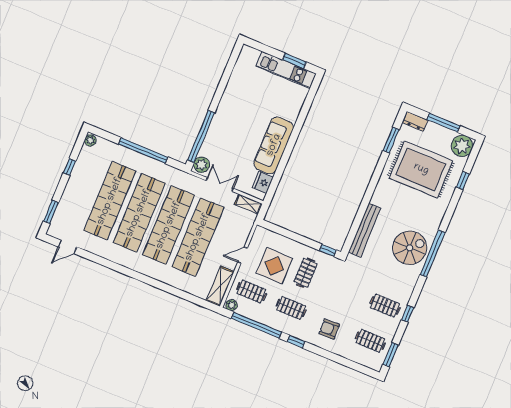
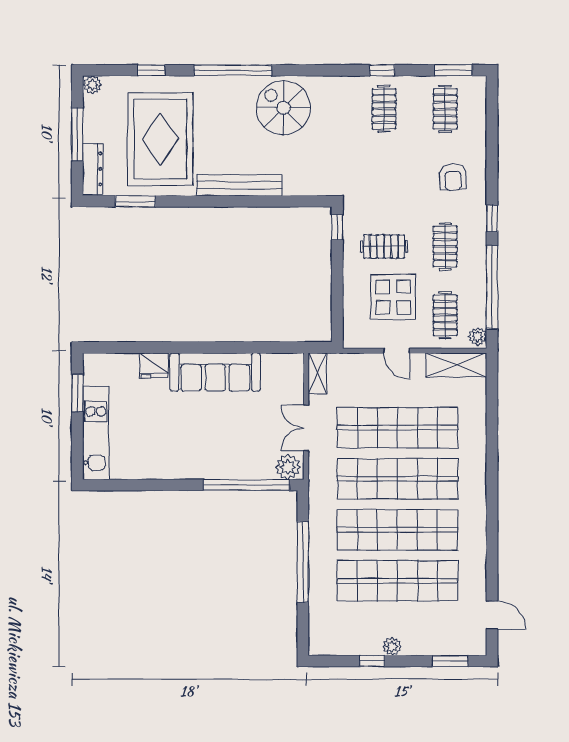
kitchen unit: (286, 70) -> (96, 433), moved
dresser: (416, 121) -> (93, 169), width x1.44
plant: (90, 140) -> (392, 647), moved
plant: (462, 146) -> (92, 85), width x0.53, depth x0.53
fridge: (263, 182) -> (154, 365), moved
bench: (365, 230) -> (239, 185), moved
window: (433, 254) -> (233, 70), moved

